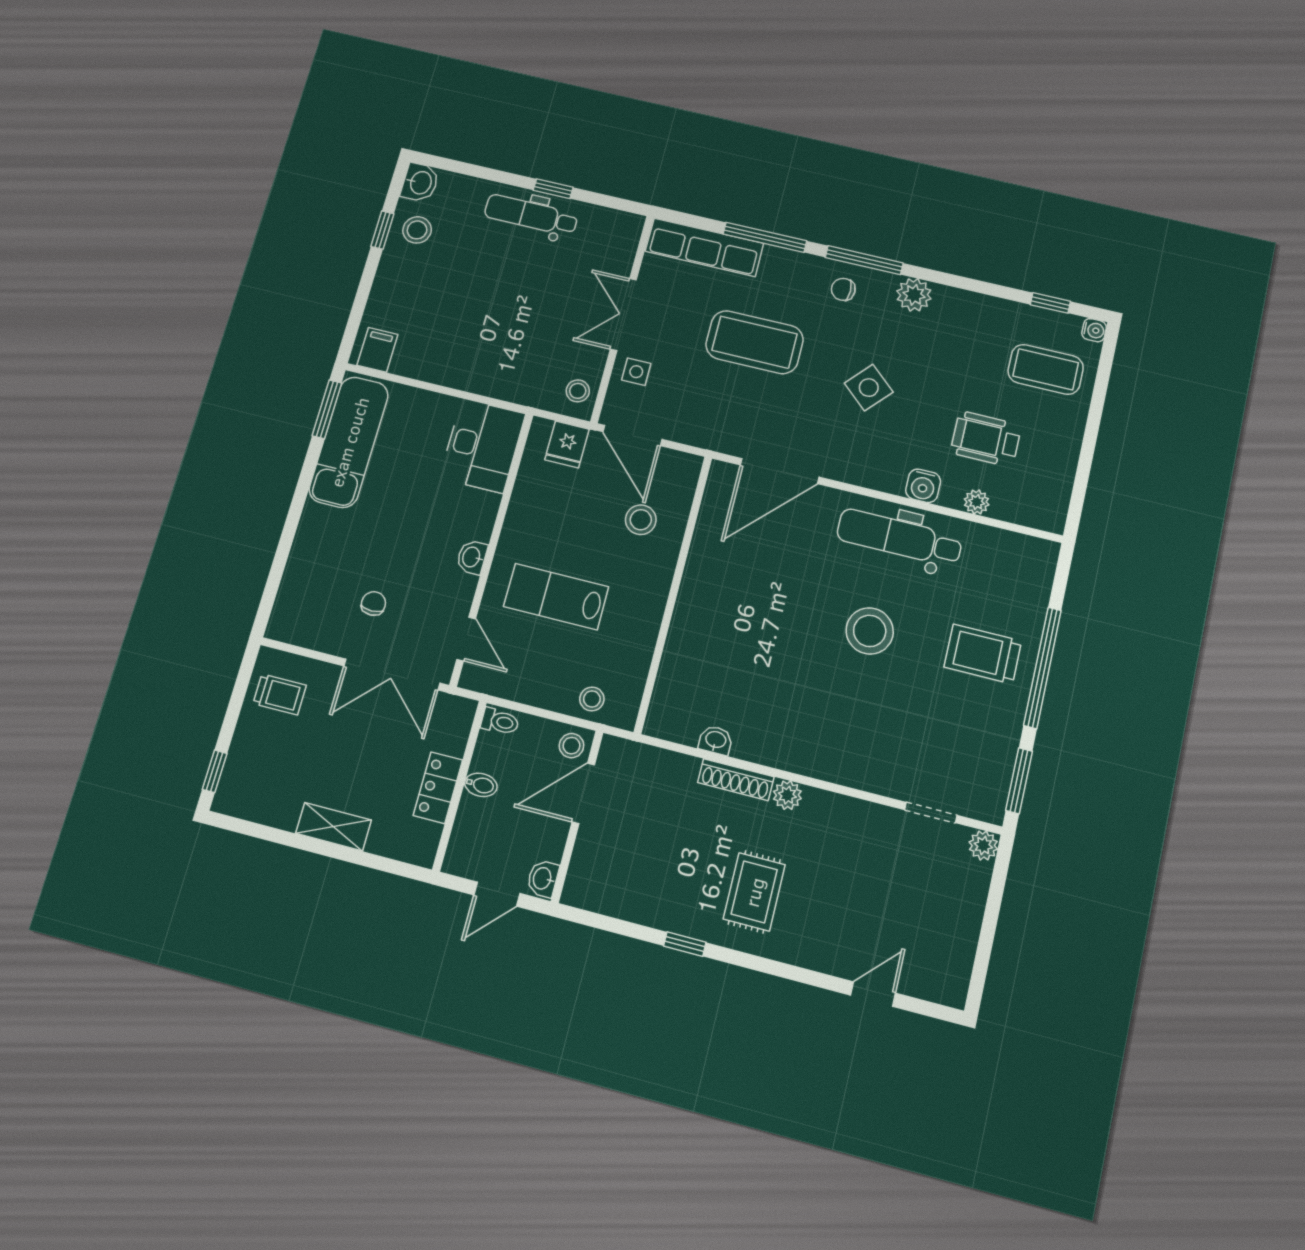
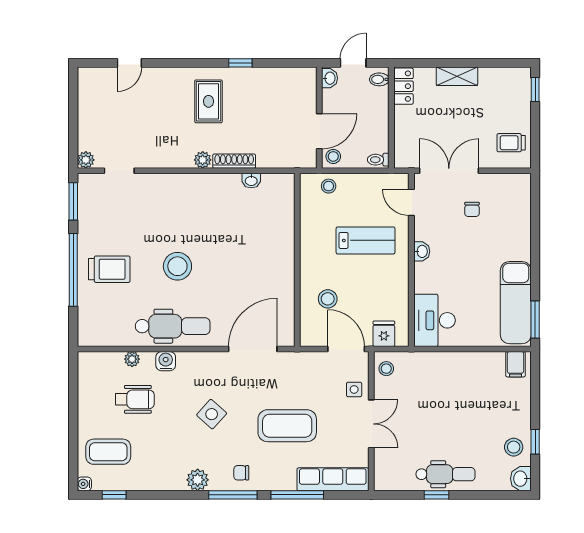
chair: (843, 289) -> (241, 473), turned 180
bidet: (481, 785) -> (379, 79), moved
locker: (438, 788) -> (403, 86), moved

